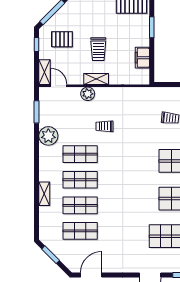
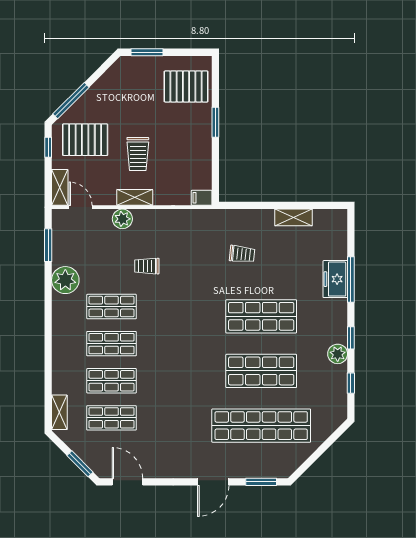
pallet: (62, 39) -> (85, 140), width x1.50, depth x1.42
filing cabinet: (142, 58) -> (202, 198), moved, width x0.50
shelving: (44, 194) -> (59, 412), moved
window: (51, 255) -> (80, 464), moved
door: (91, 275) -> (127, 482), hinge flipped

